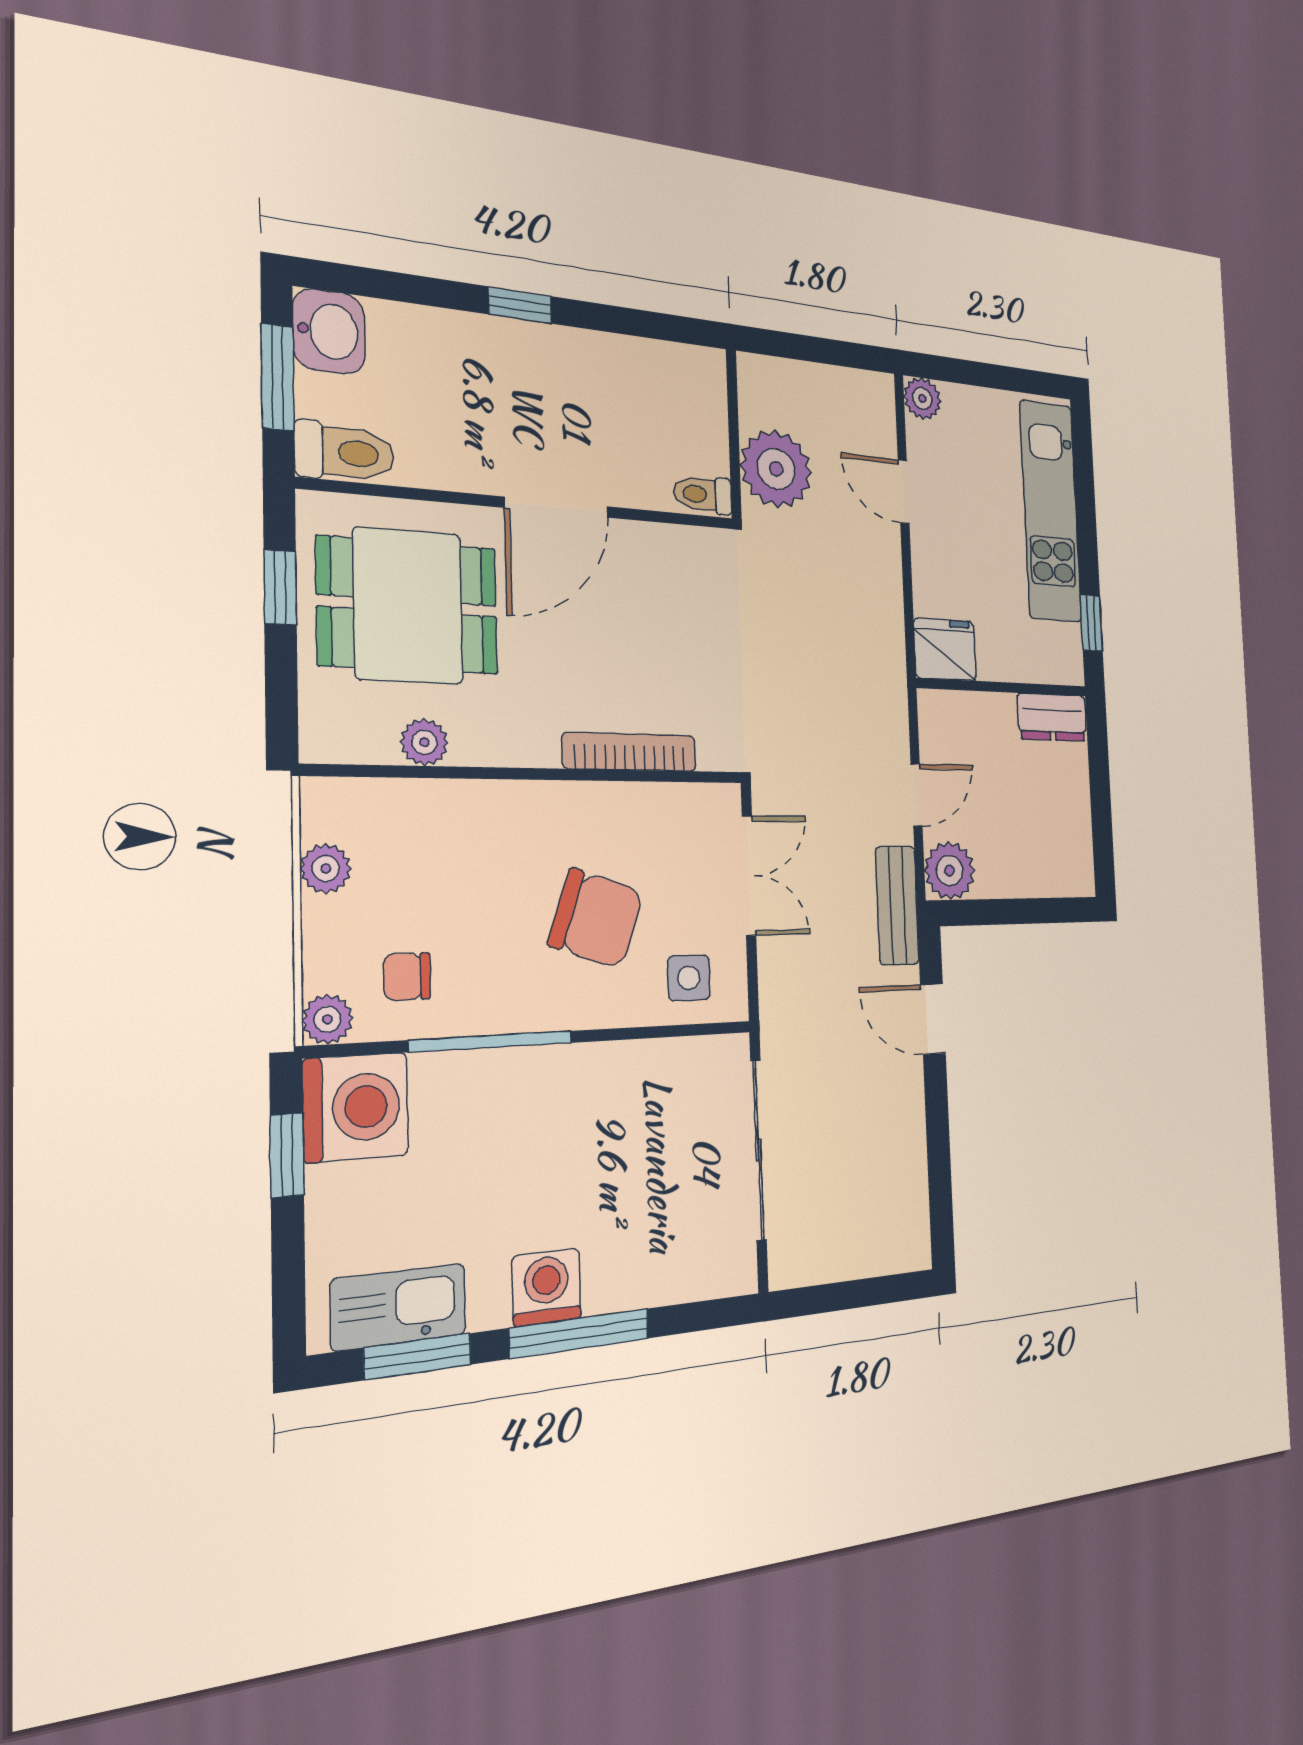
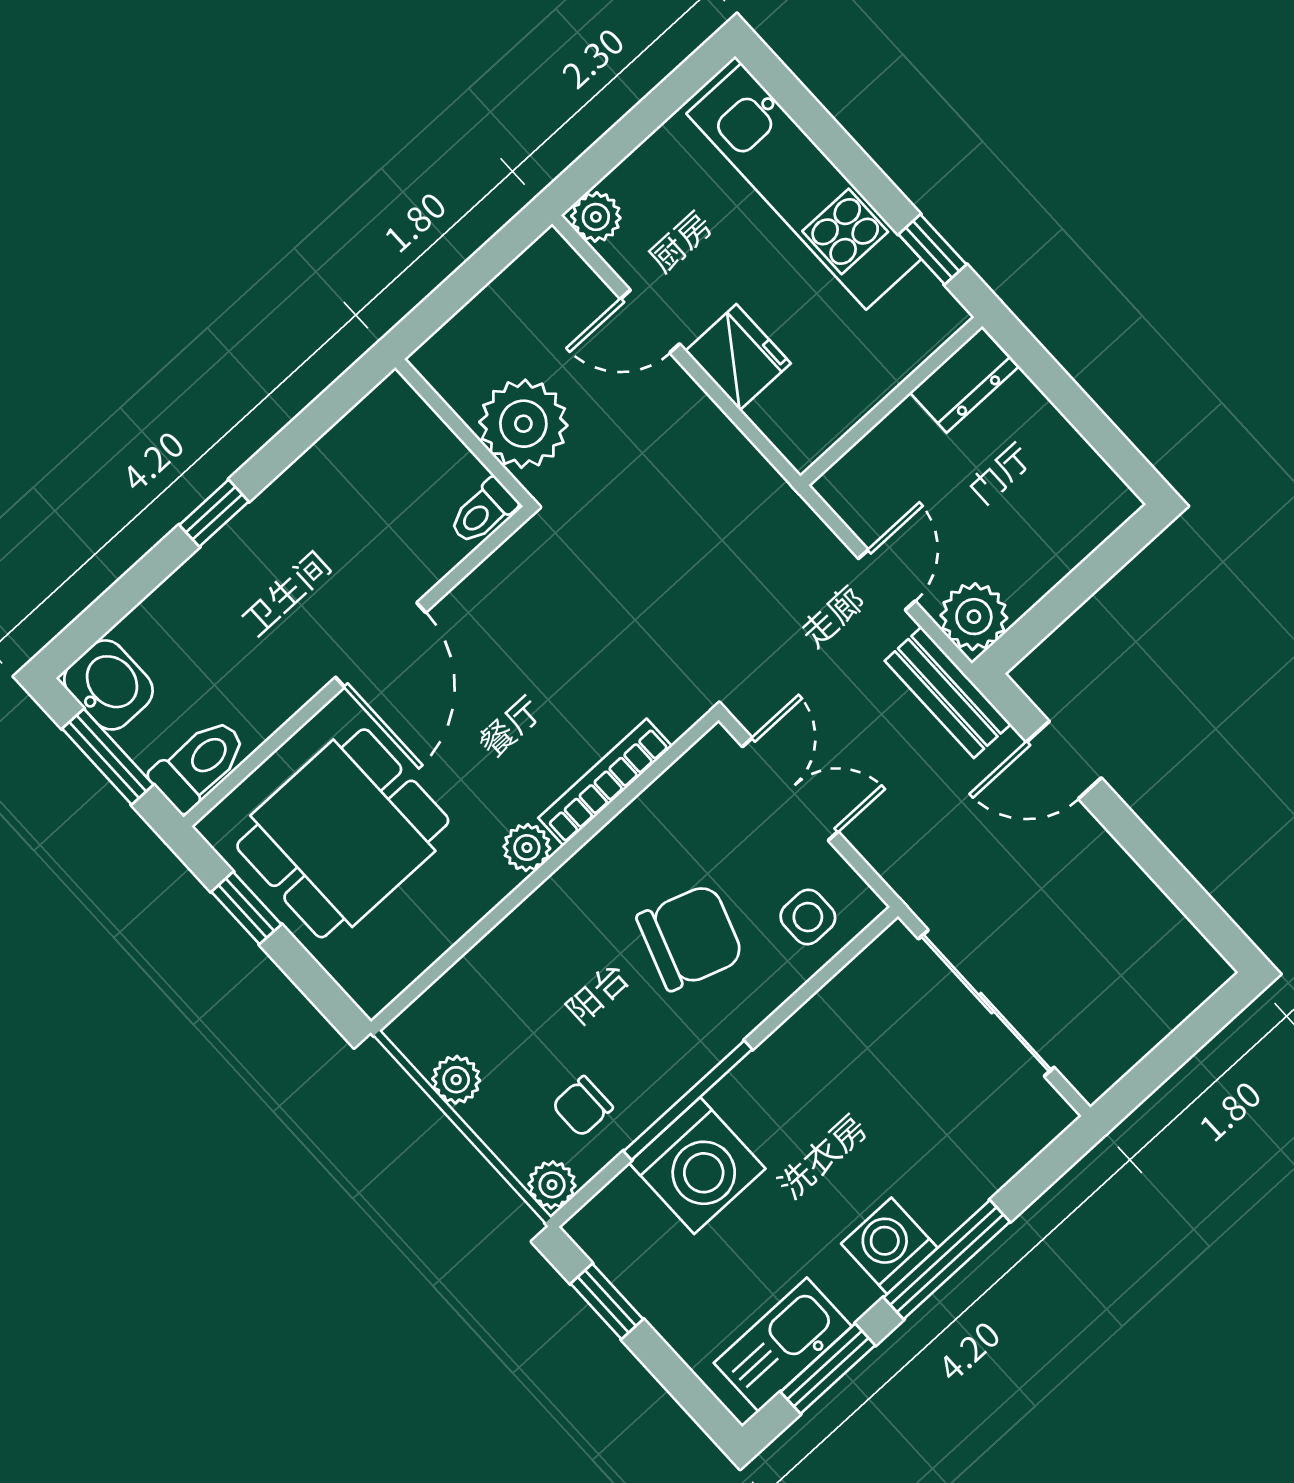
fridge: (945, 649) -> (738, 357), moved, turned 90
plant: (424, 742) -> (527, 848), moved
washing machine: (356, 1107) -> (697, 1166), moved, turned 90

